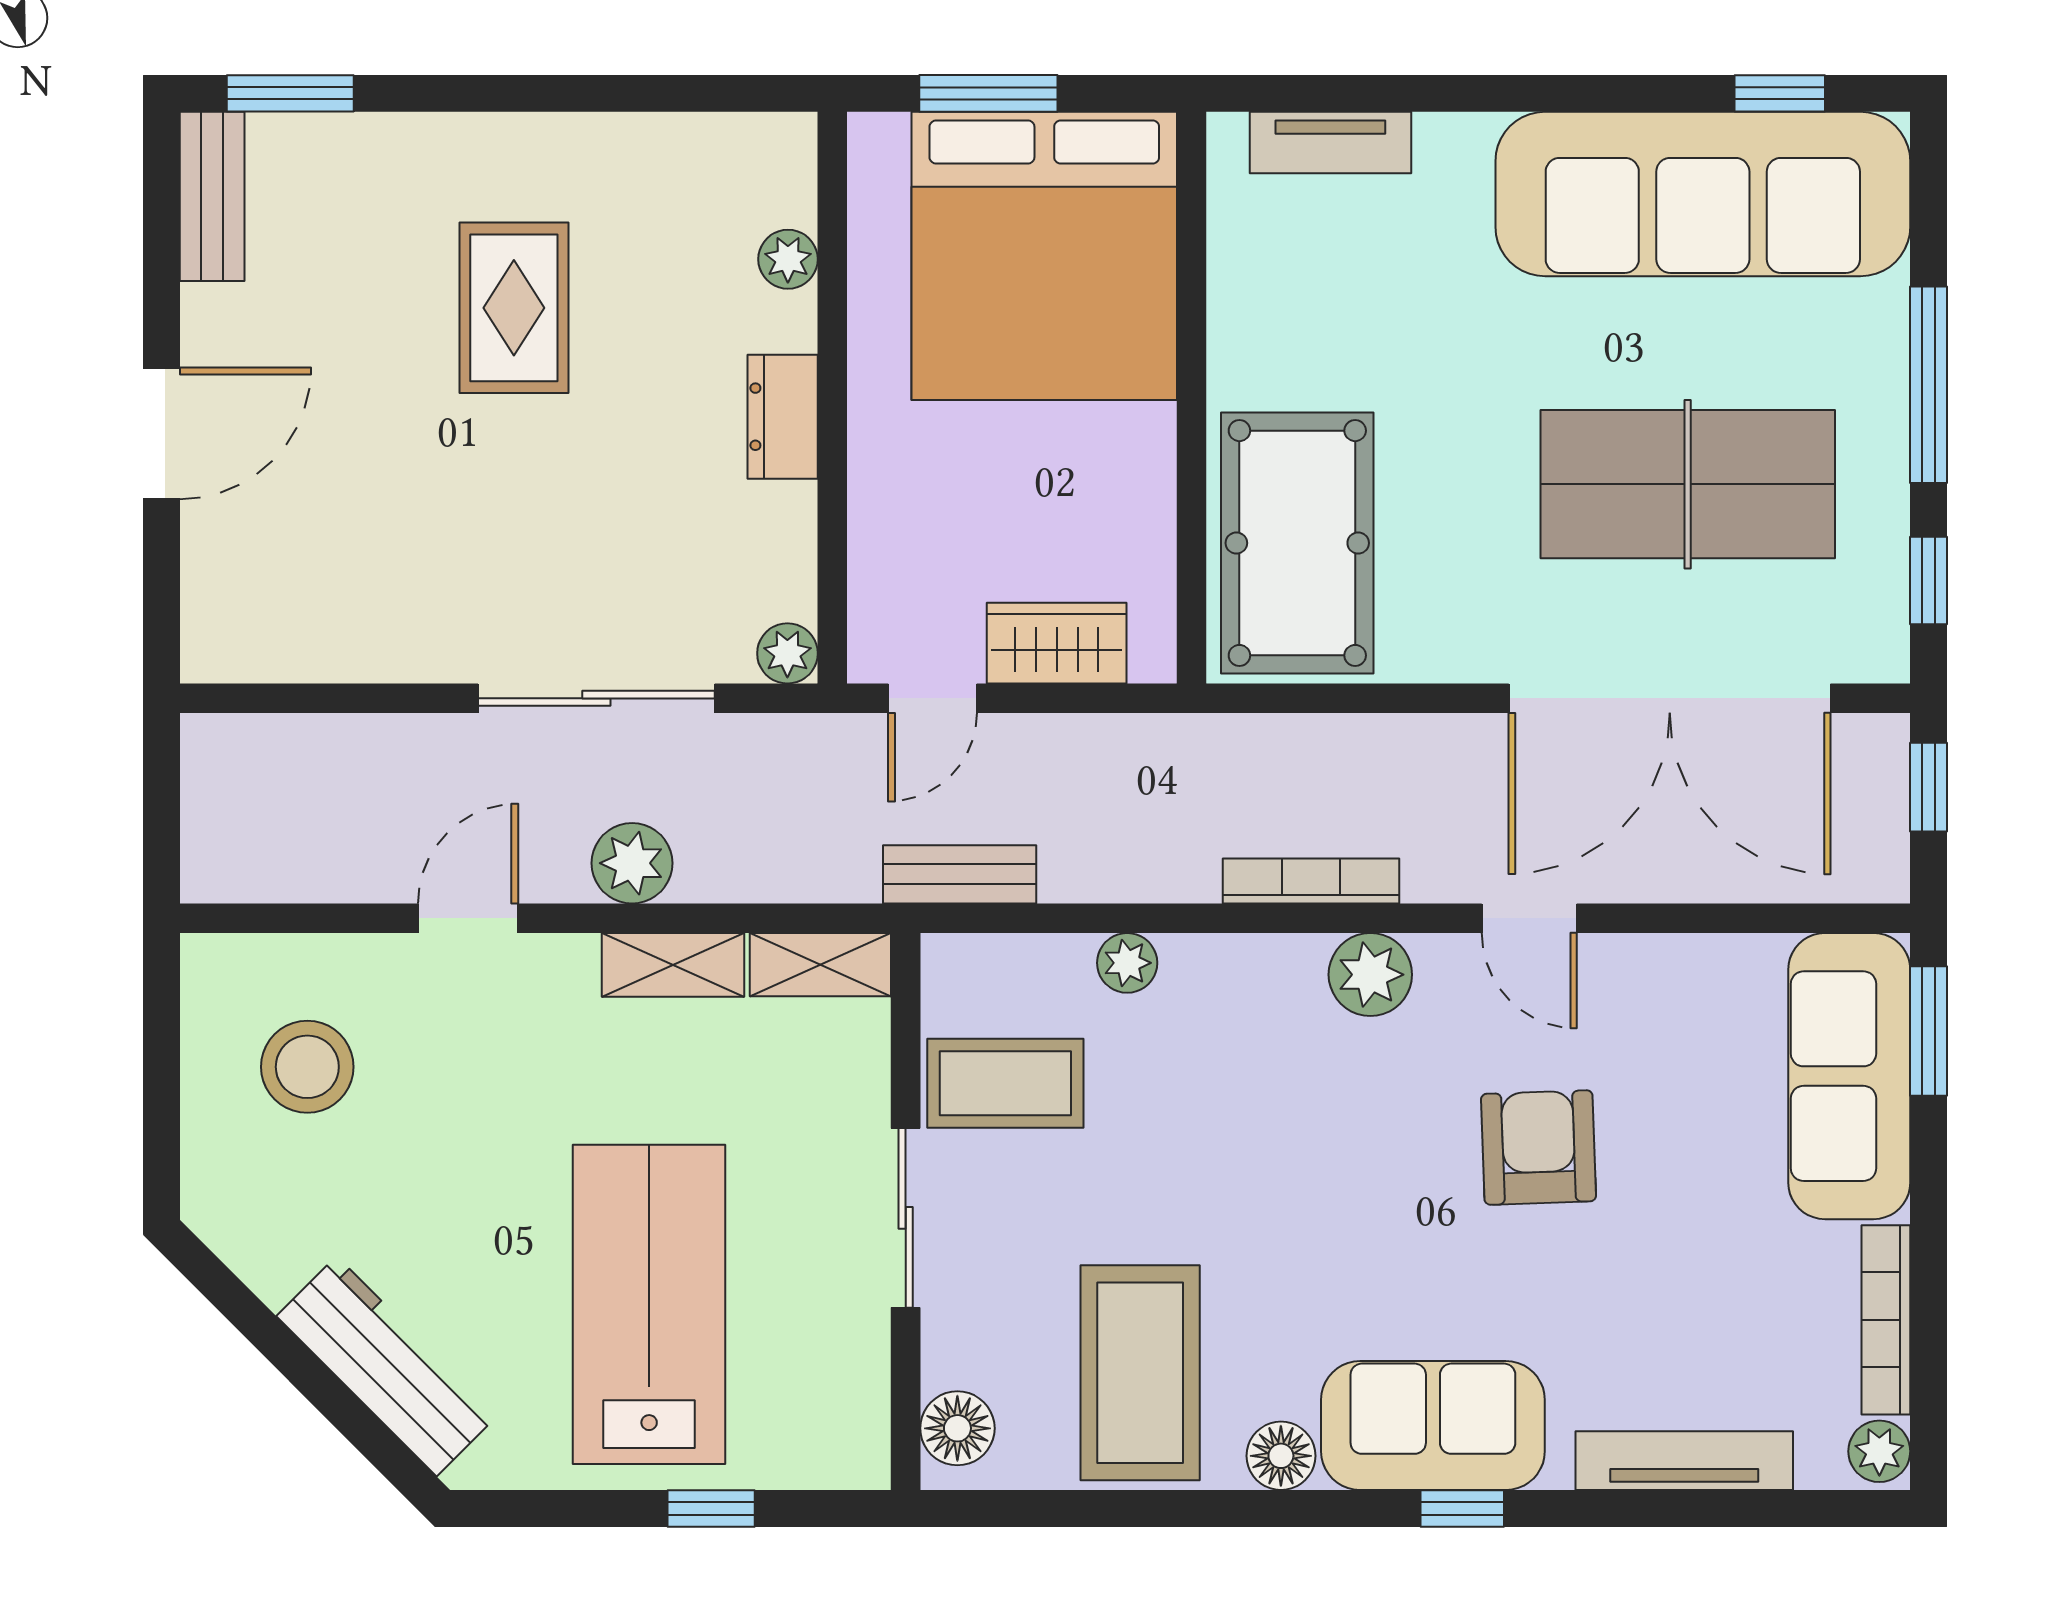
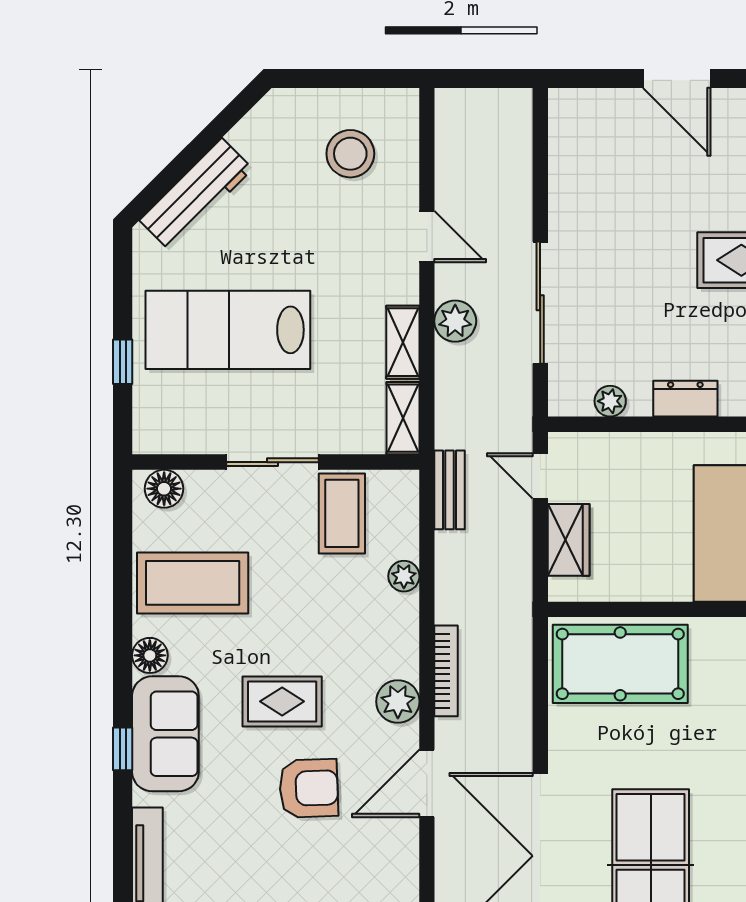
plant: (787, 653) -> (610, 401), moved
door: (1529, 918) -> (427, 783), width x1.38
rug: (1370, 1199) -> (282, 701), added
lab bench: (649, 1304) -> (228, 330), turned 180

